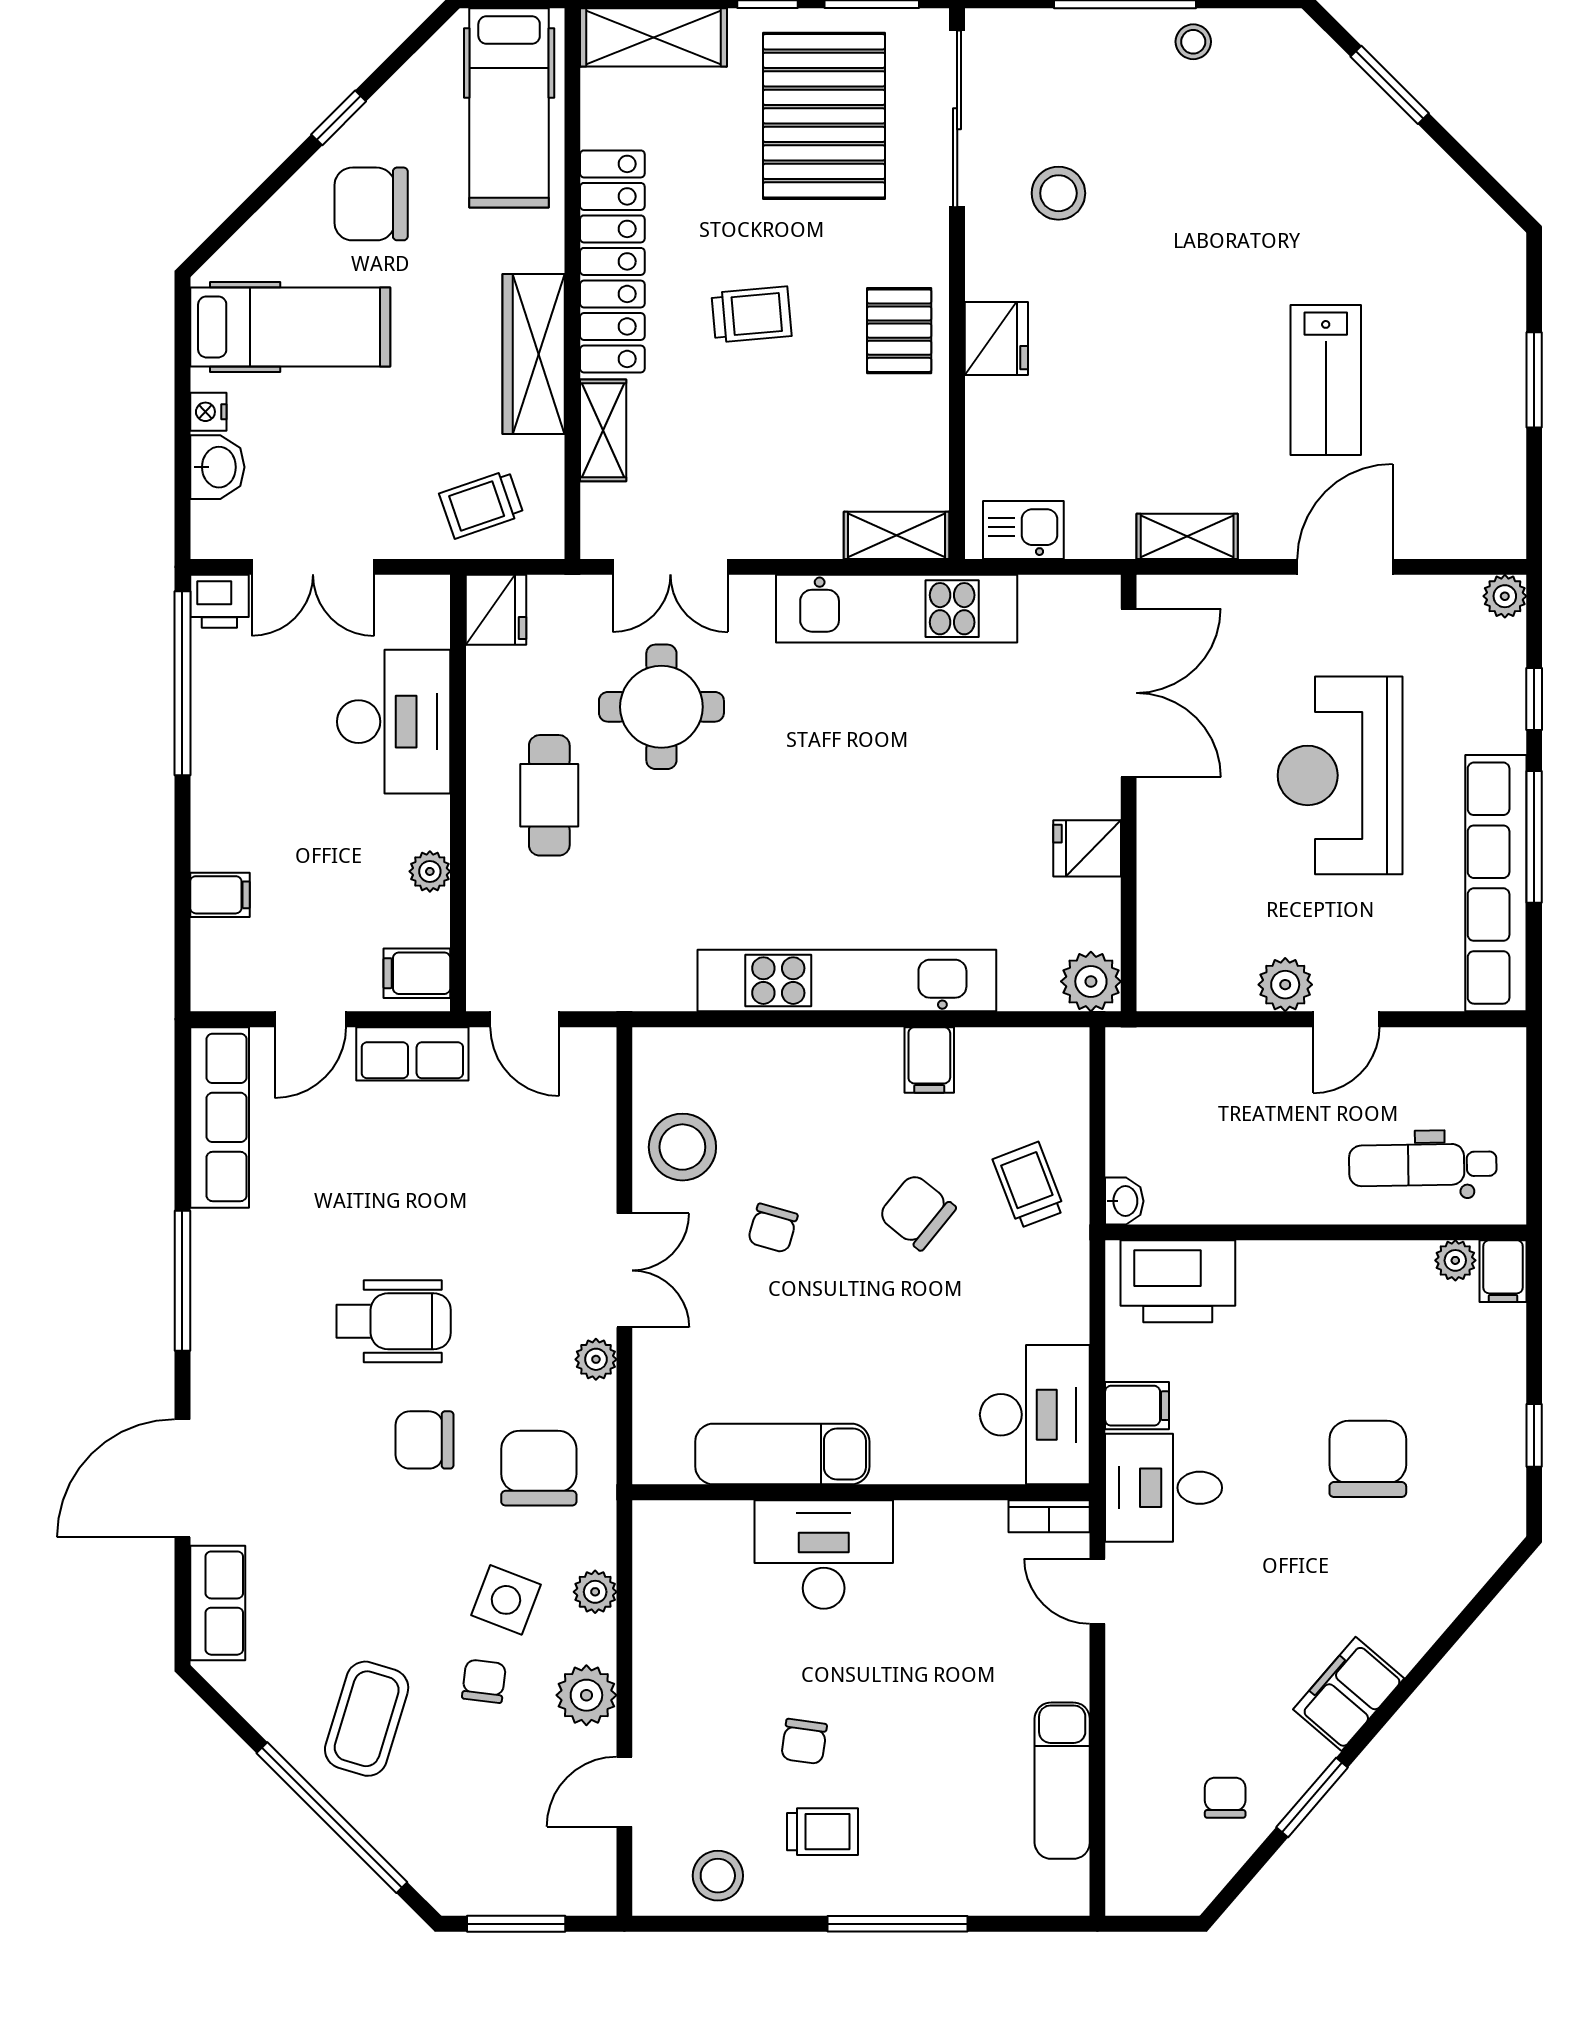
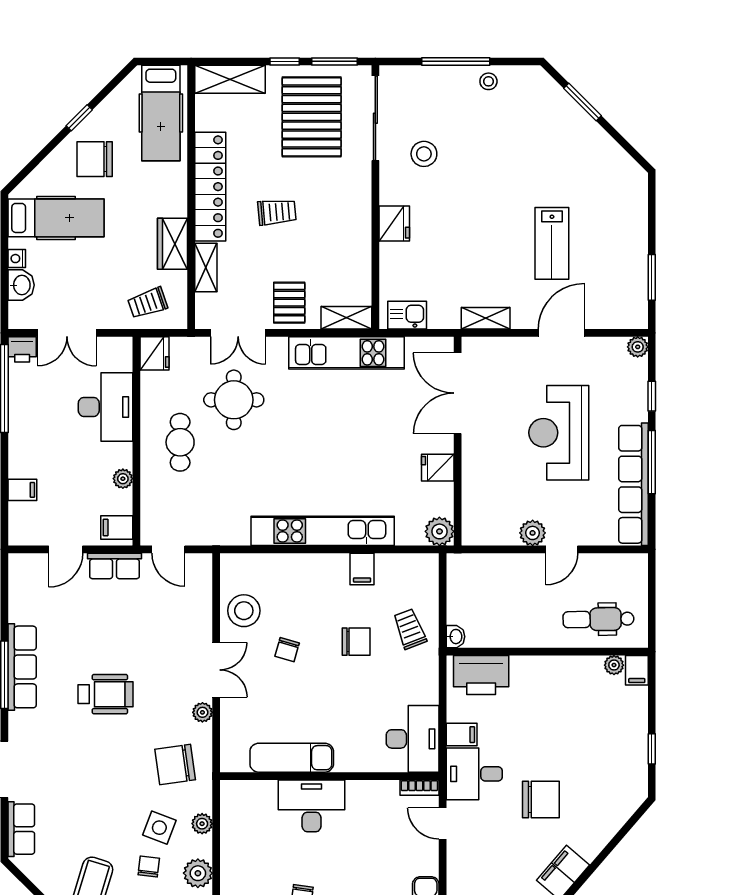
pallet: (899, 331) -> (289, 303), moved
wardrobe: (534, 354) -> (173, 244), width x0.67
window: (1534, 380) -> (652, 277), moved
double door: (1129, 693) -> (458, 393), swing flipped
row of seats: (220, 1117) -> (22, 667), moved
chair: (917, 1212) -> (356, 642), turned 141
chair: (424, 1440) -> (120, 751), removed
chair: (1368, 1459) -> (541, 800), moved, turned 90
chair: (539, 1468) -> (175, 764), turned -98

